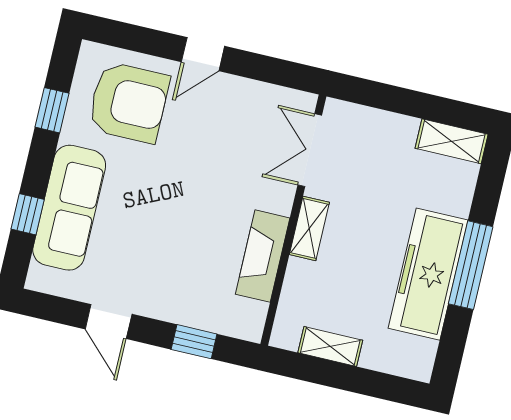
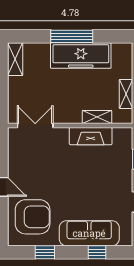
armchair: (129, 102) -> (33, 217), turned 90
double door: (310, 150) -> (35, 125), swing flipped
shelving: (309, 228) -> (97, 117), moved

